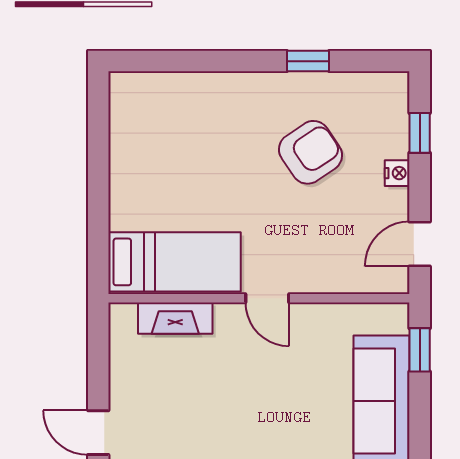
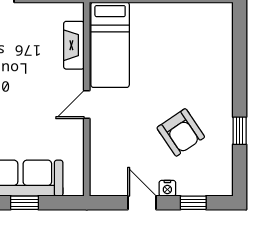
door: (420, 244) -> (142, 203), moved
window: (420, 350) -> (24, 203), moved

